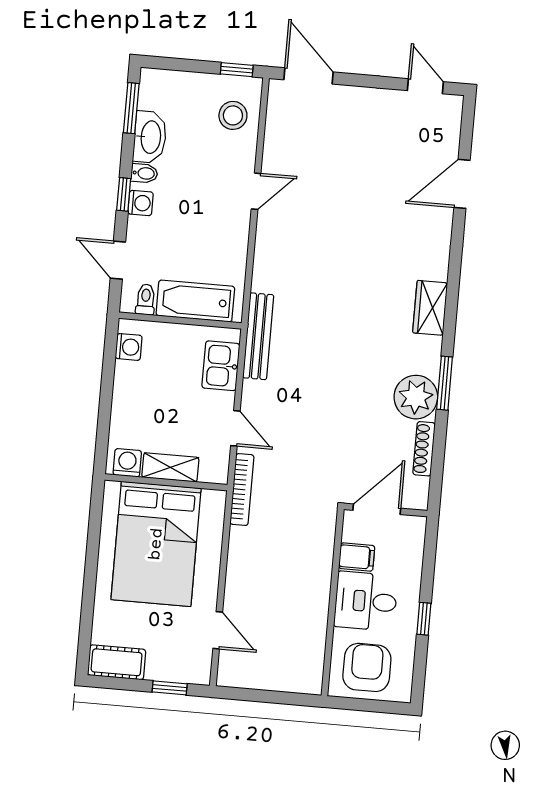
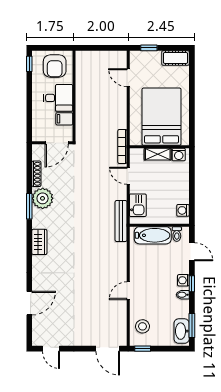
washbasin: (150, 137) -> (182, 331), moved
window: (424, 619) -> (29, 64), moved

